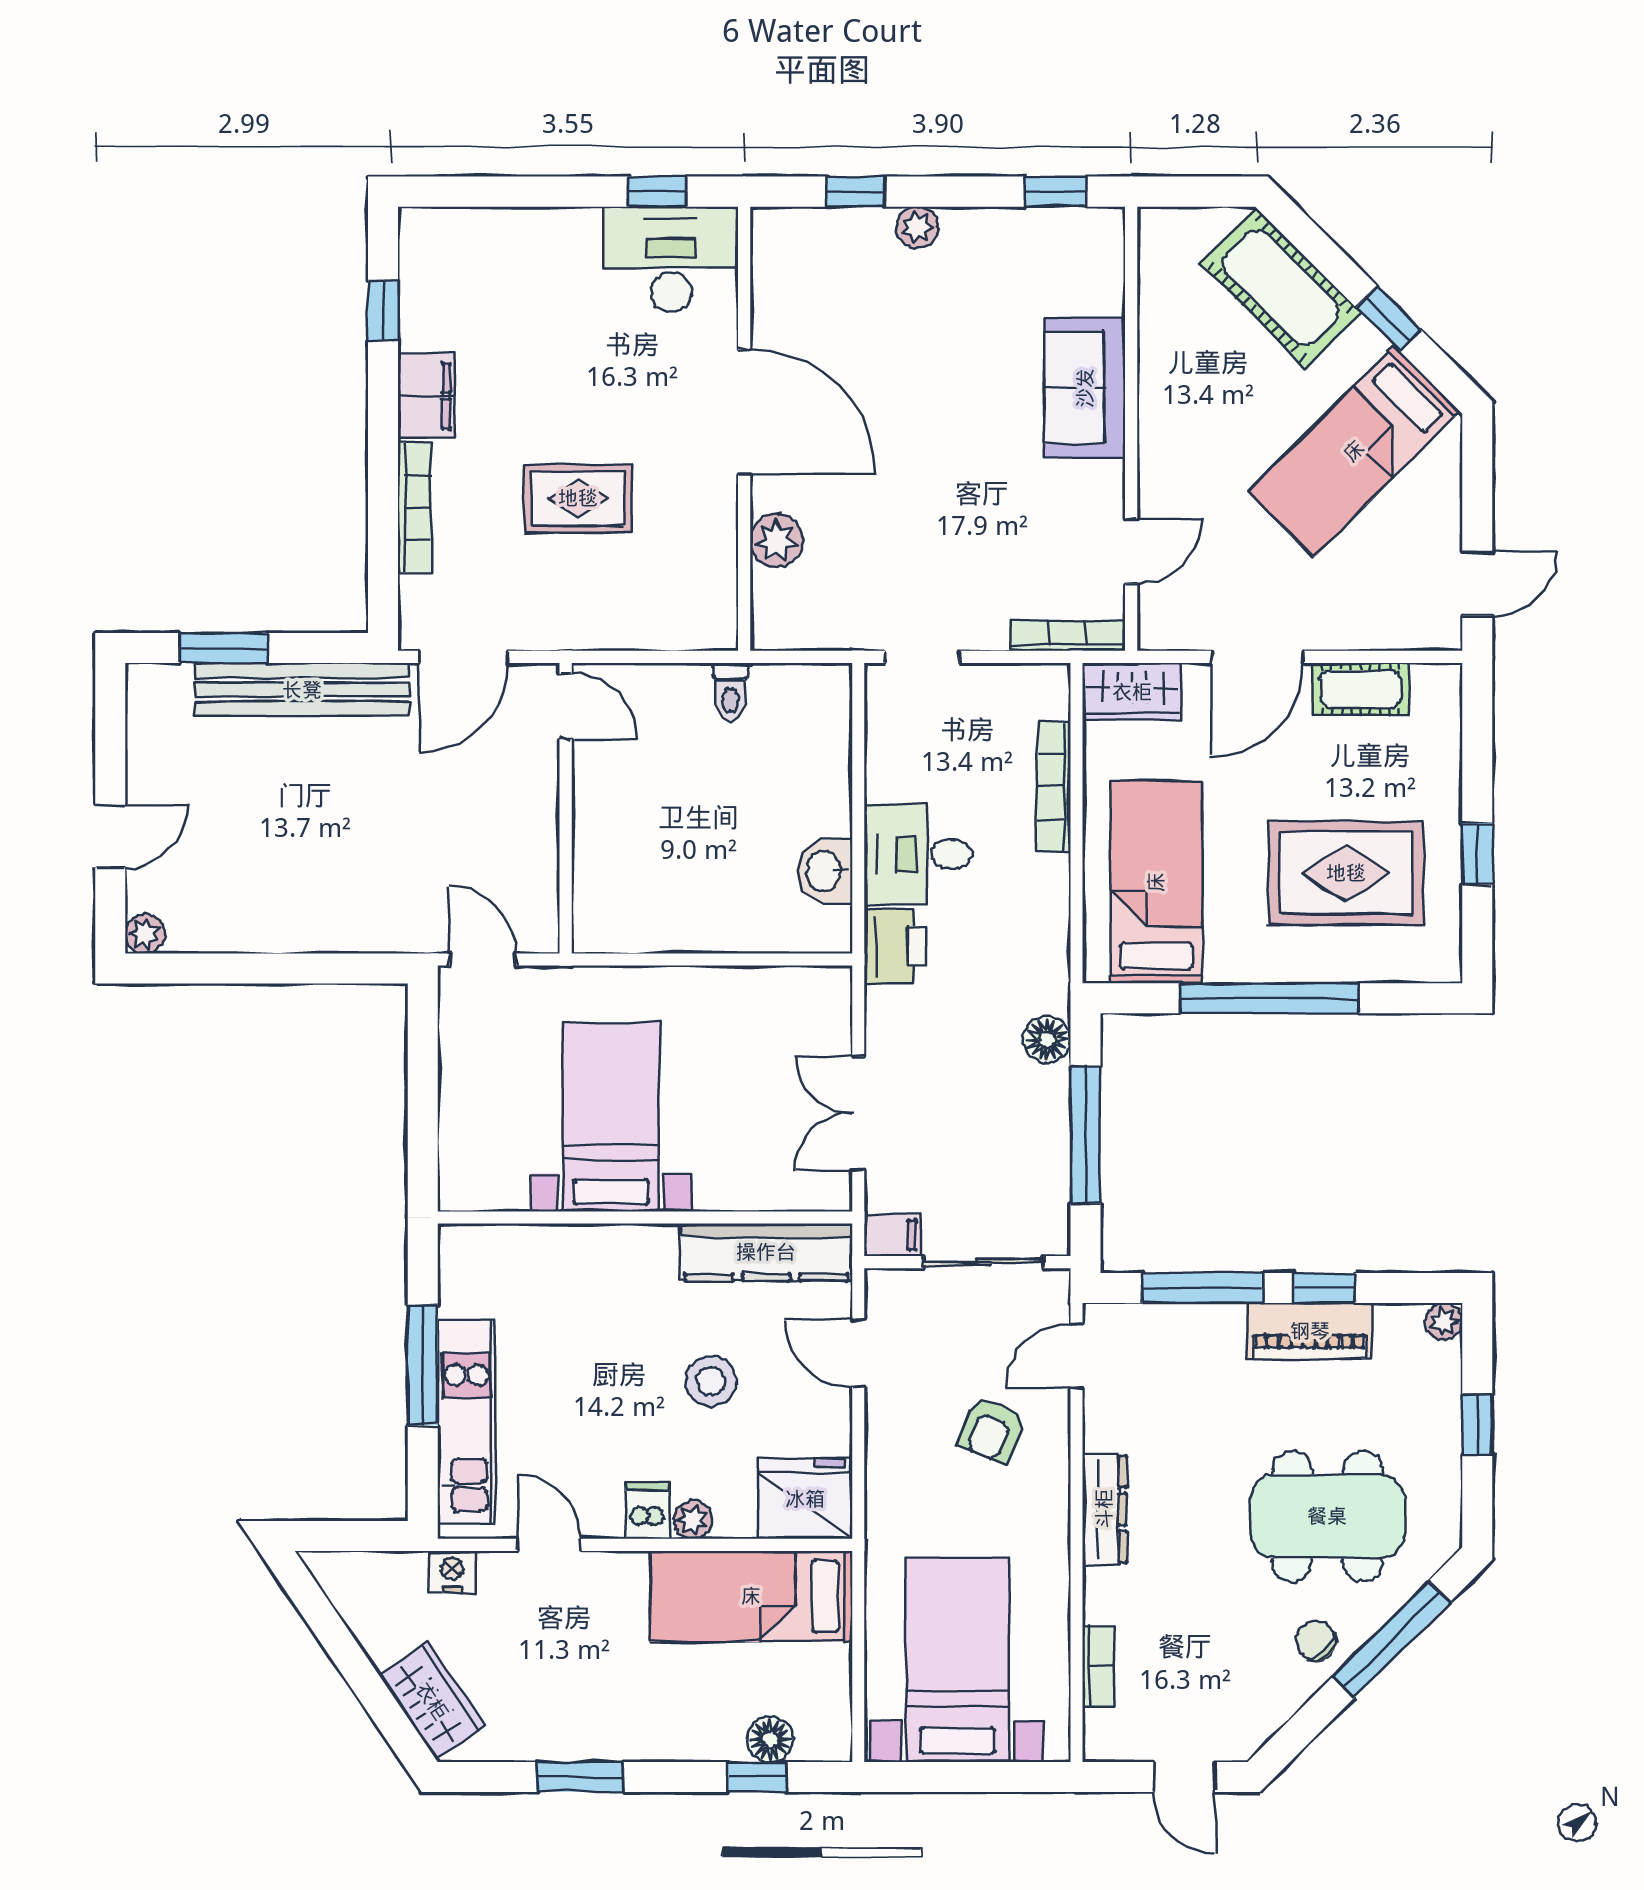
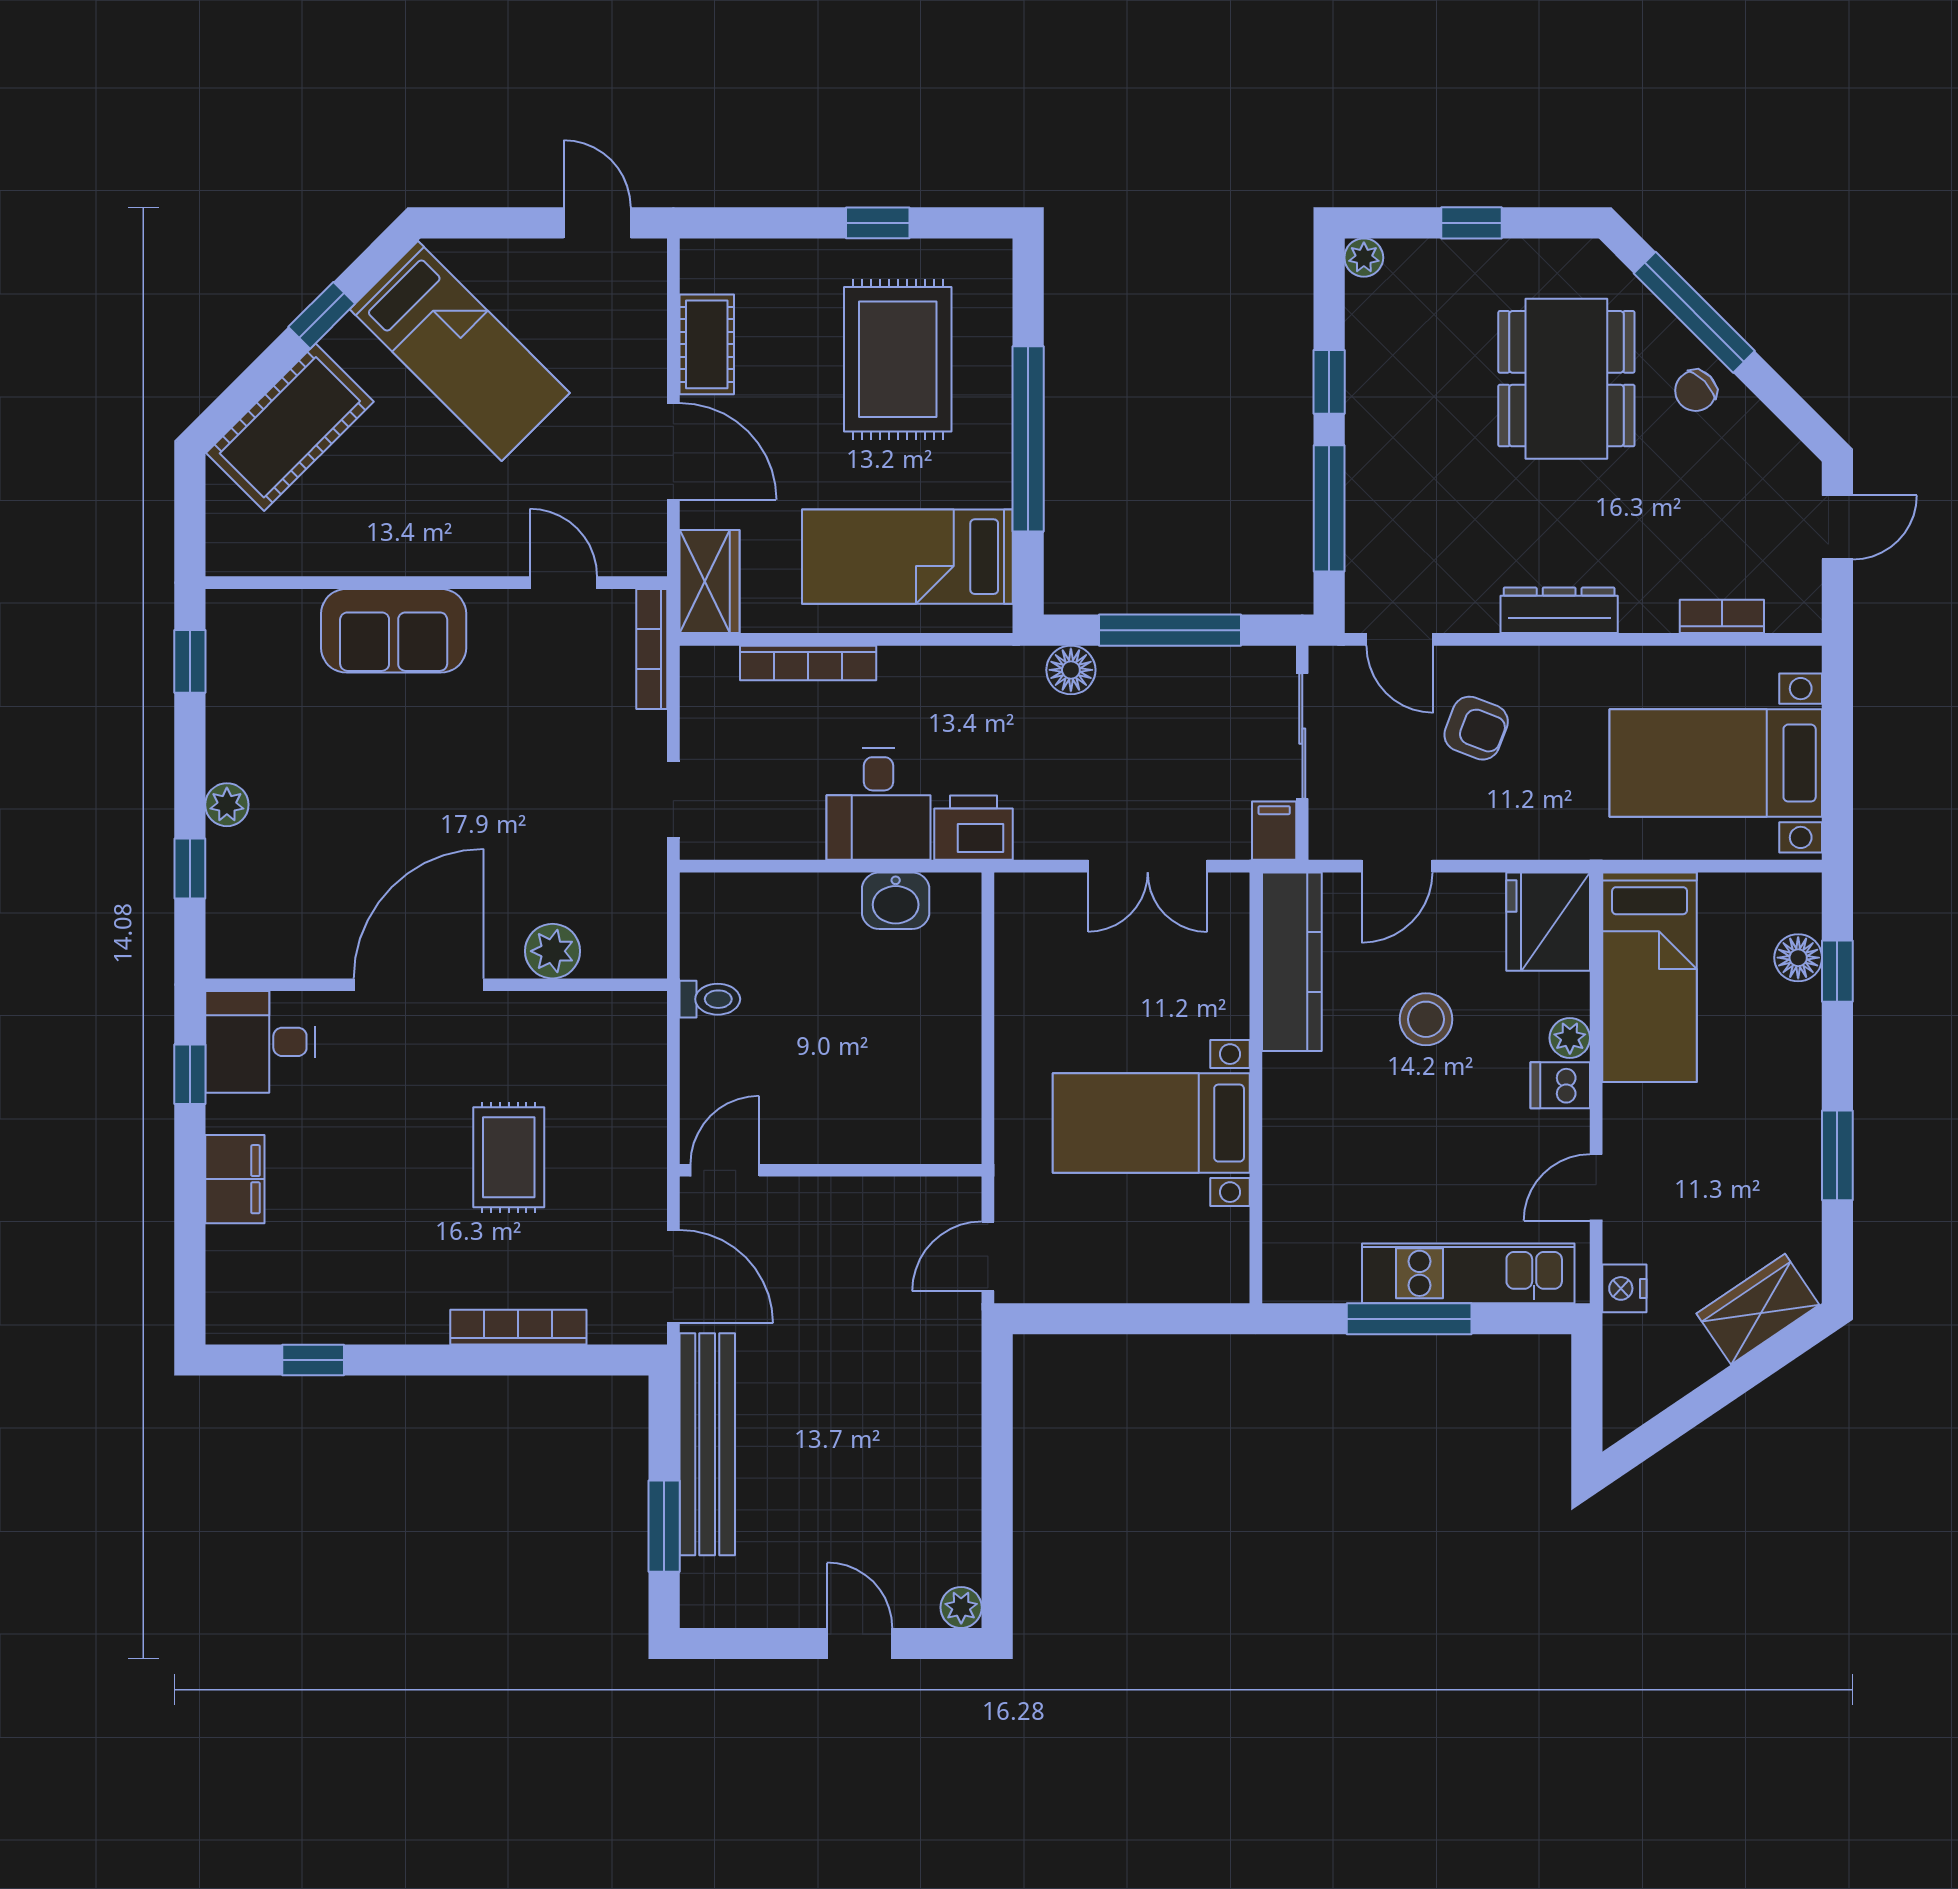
desk: (671, 259) -> (260, 1042), width x0.73
filing cabinet: (426, 396) -> (235, 1179), moved, turned 90
piano: (1310, 1331) -> (1374, 397), removed

